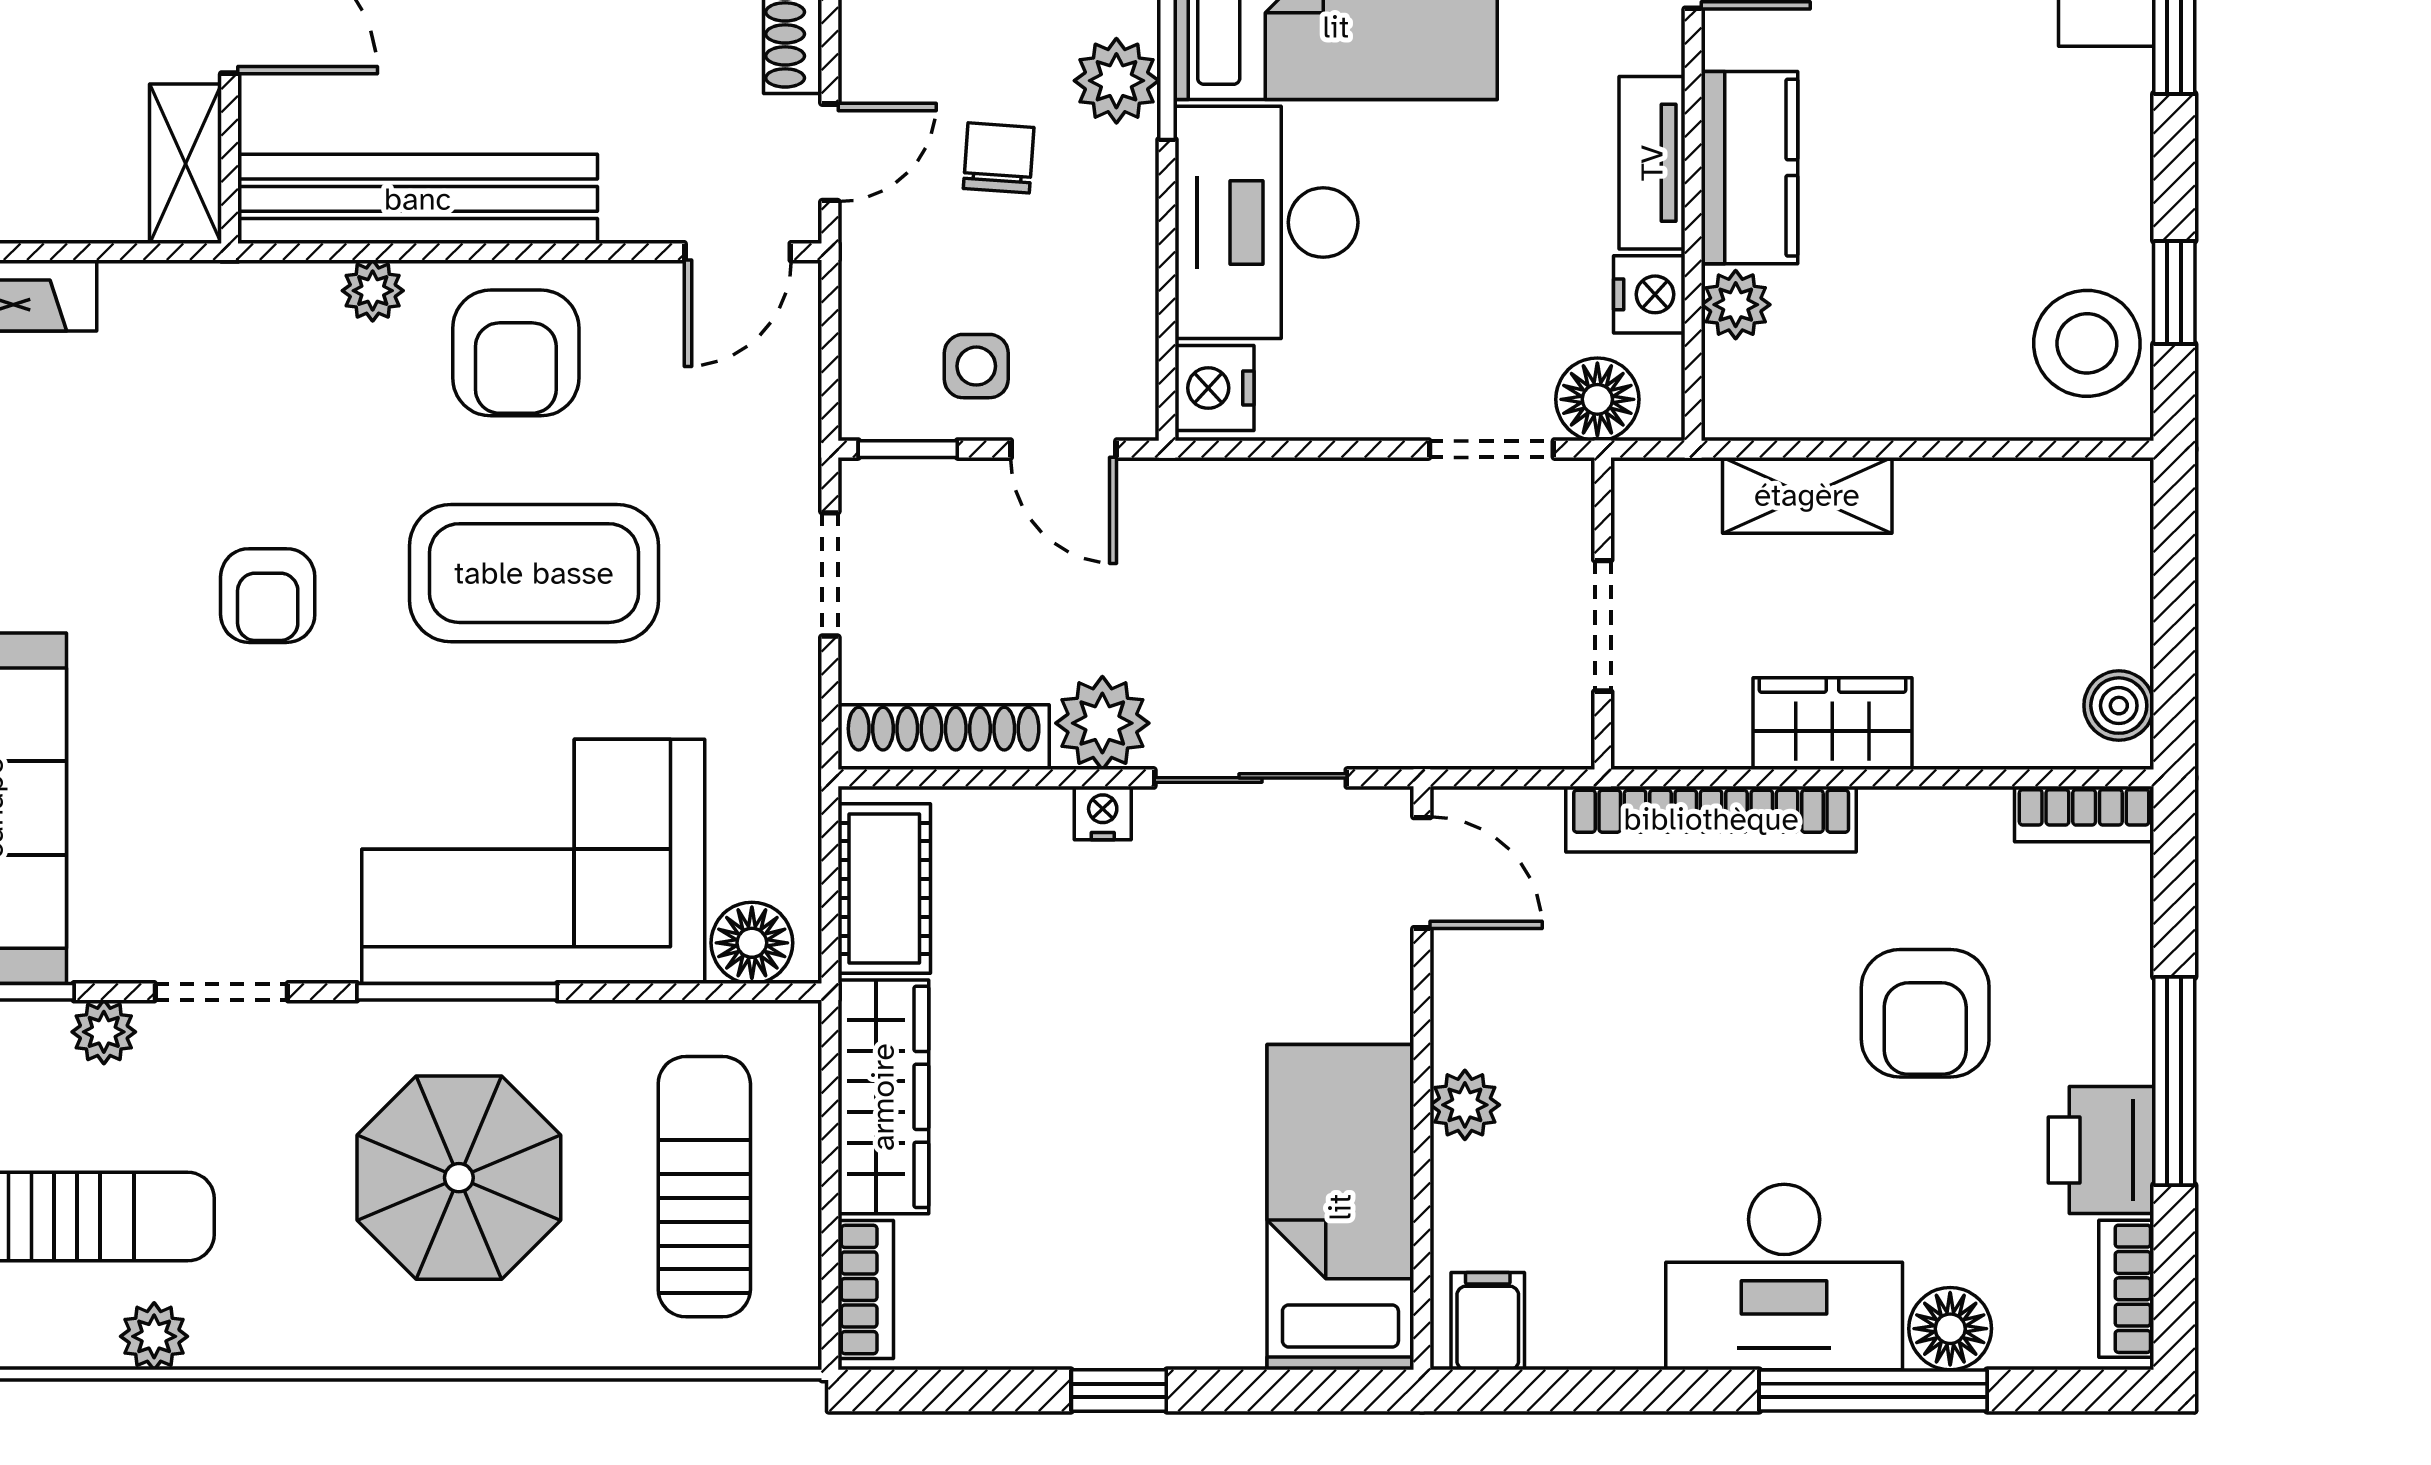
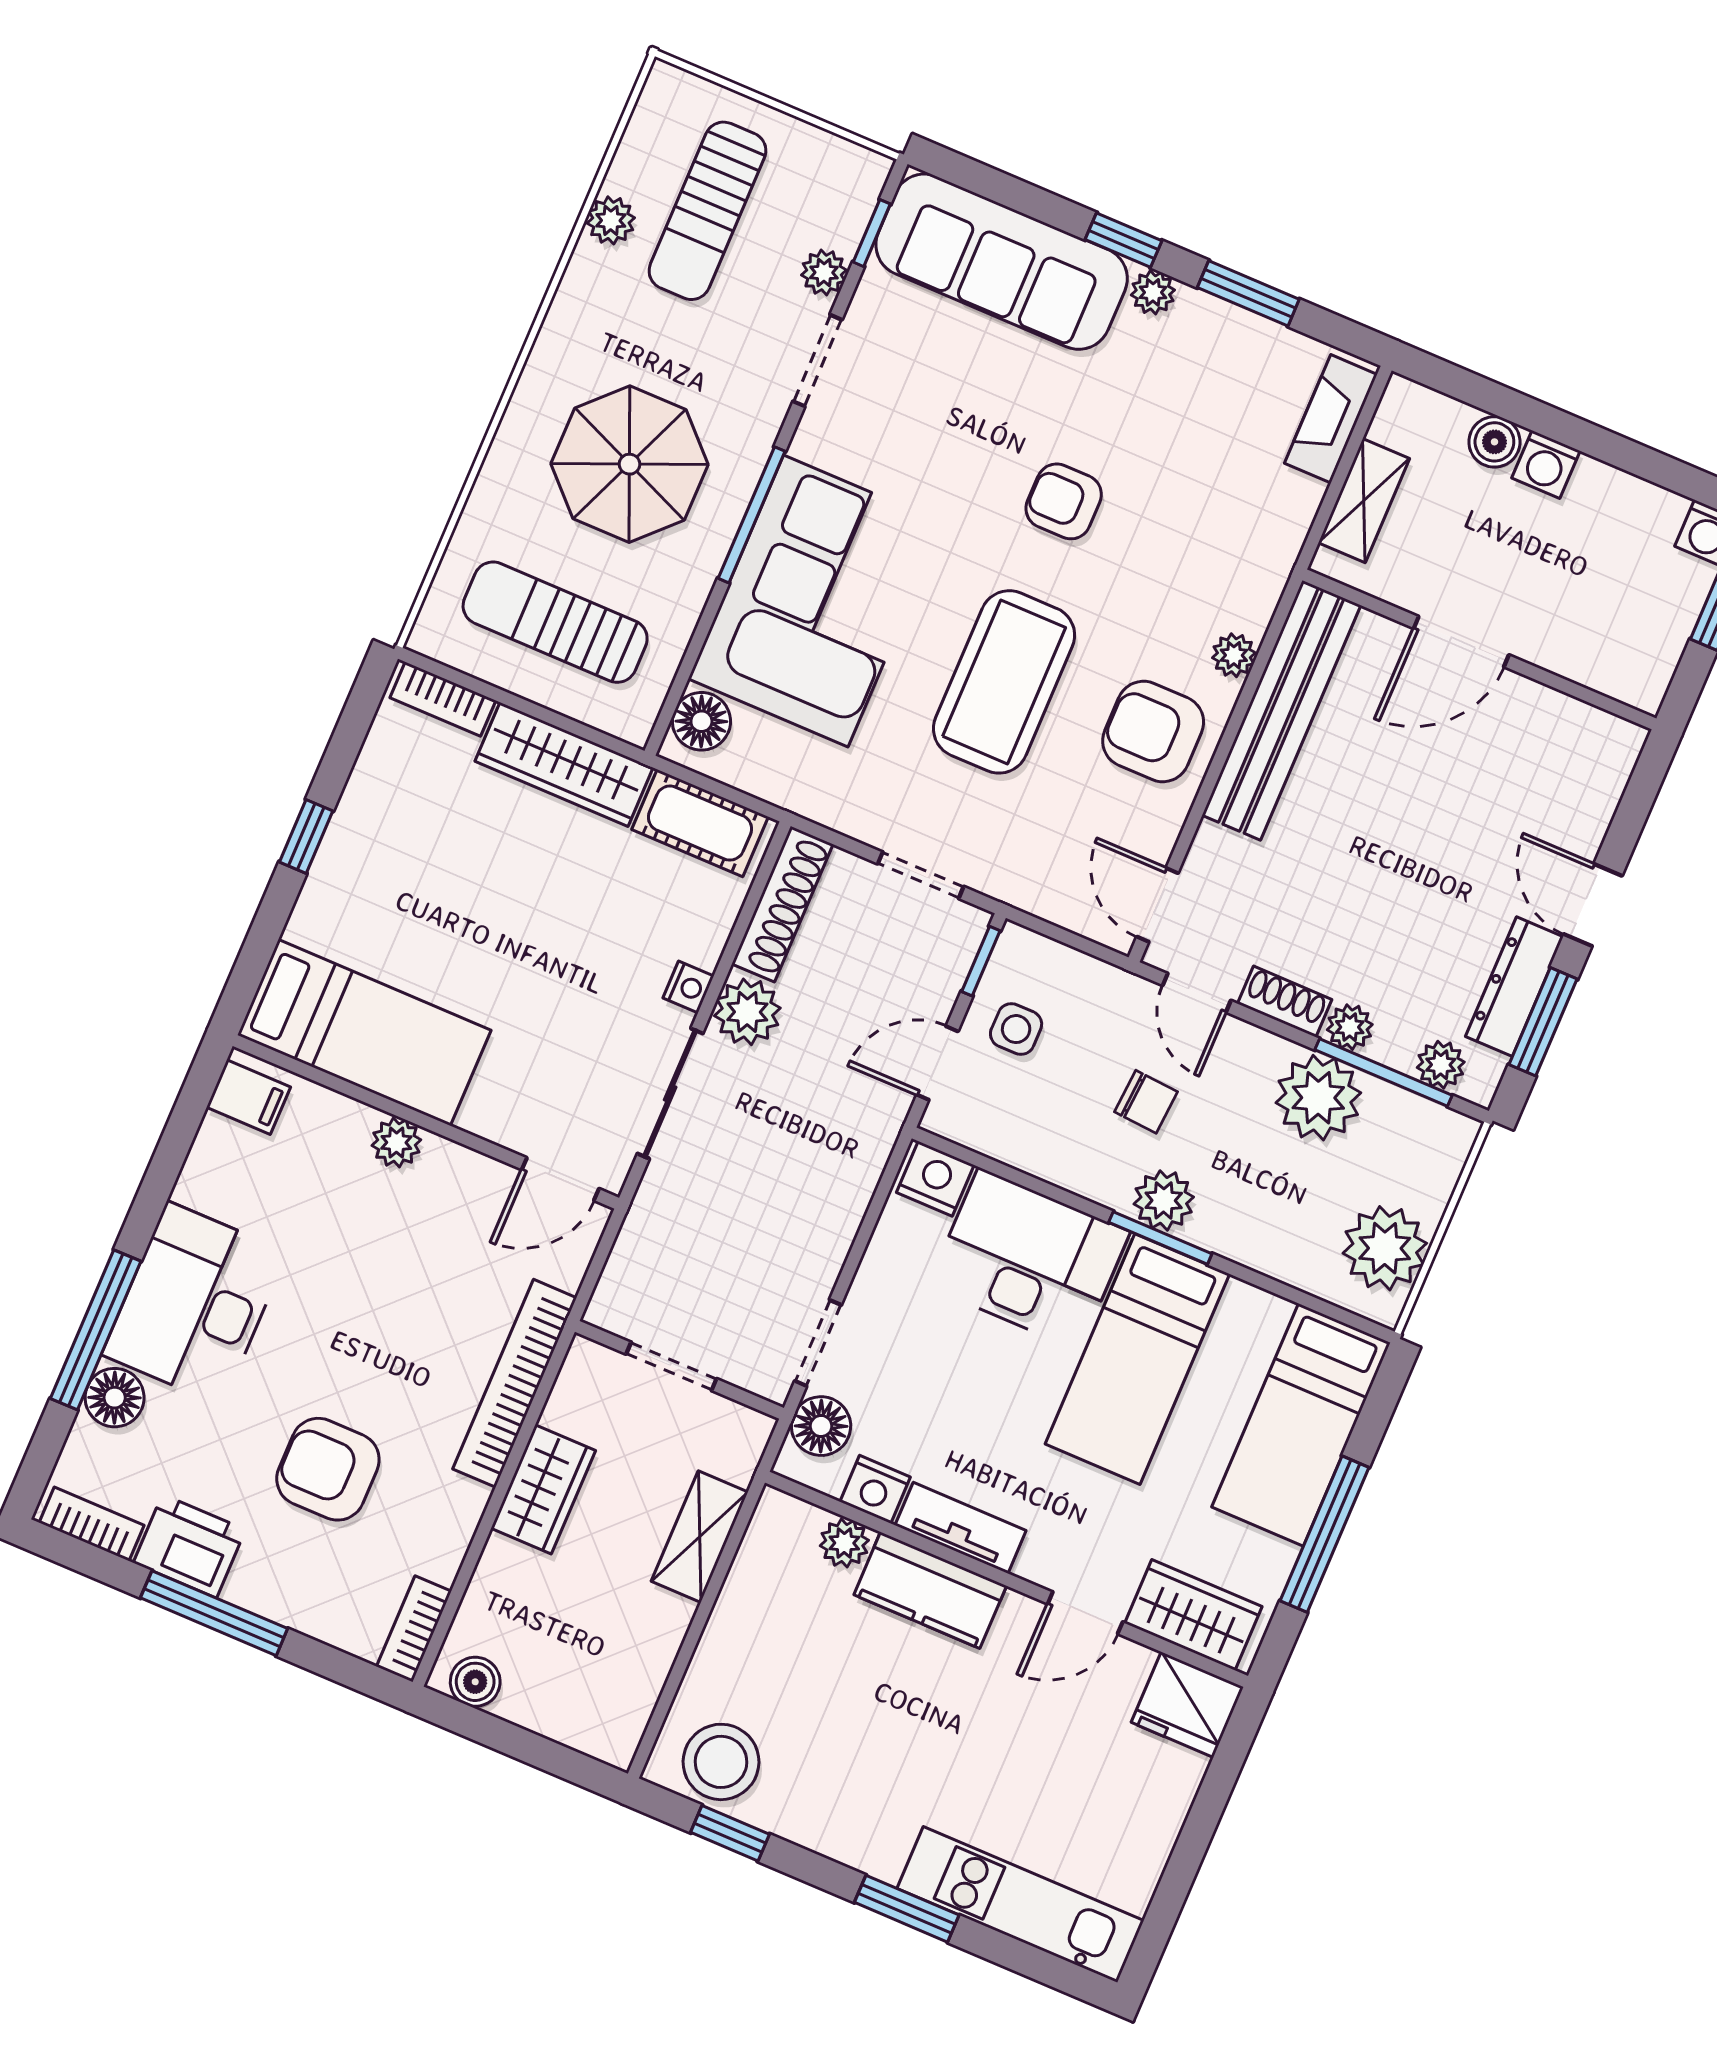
shelving: (186, 164) -> (1364, 501), moved, turned 90
sun lounger: (704, 1187) -> (555, 622), turned 180

